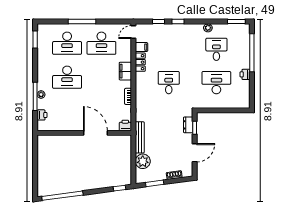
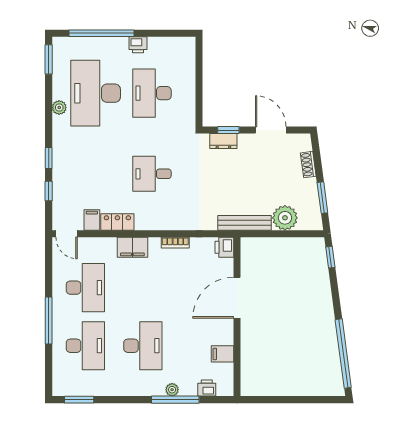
desk: (216, 49) -> (96, 93), width x1.87, depth x1.30
filing cabinet: (62, 124) -> (222, 354), added

